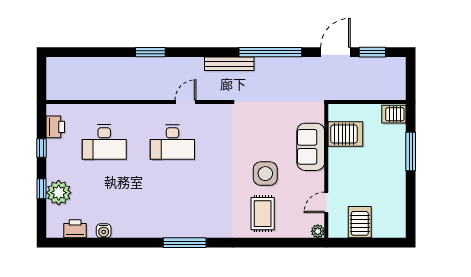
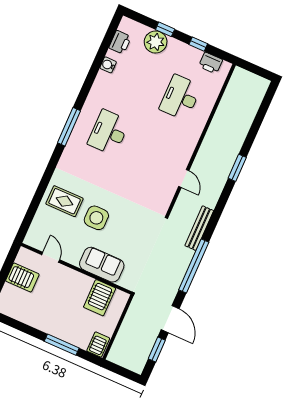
desk: (172, 142) -> (109, 132), moved
plant: (318, 231) -> (30, 240), removed

